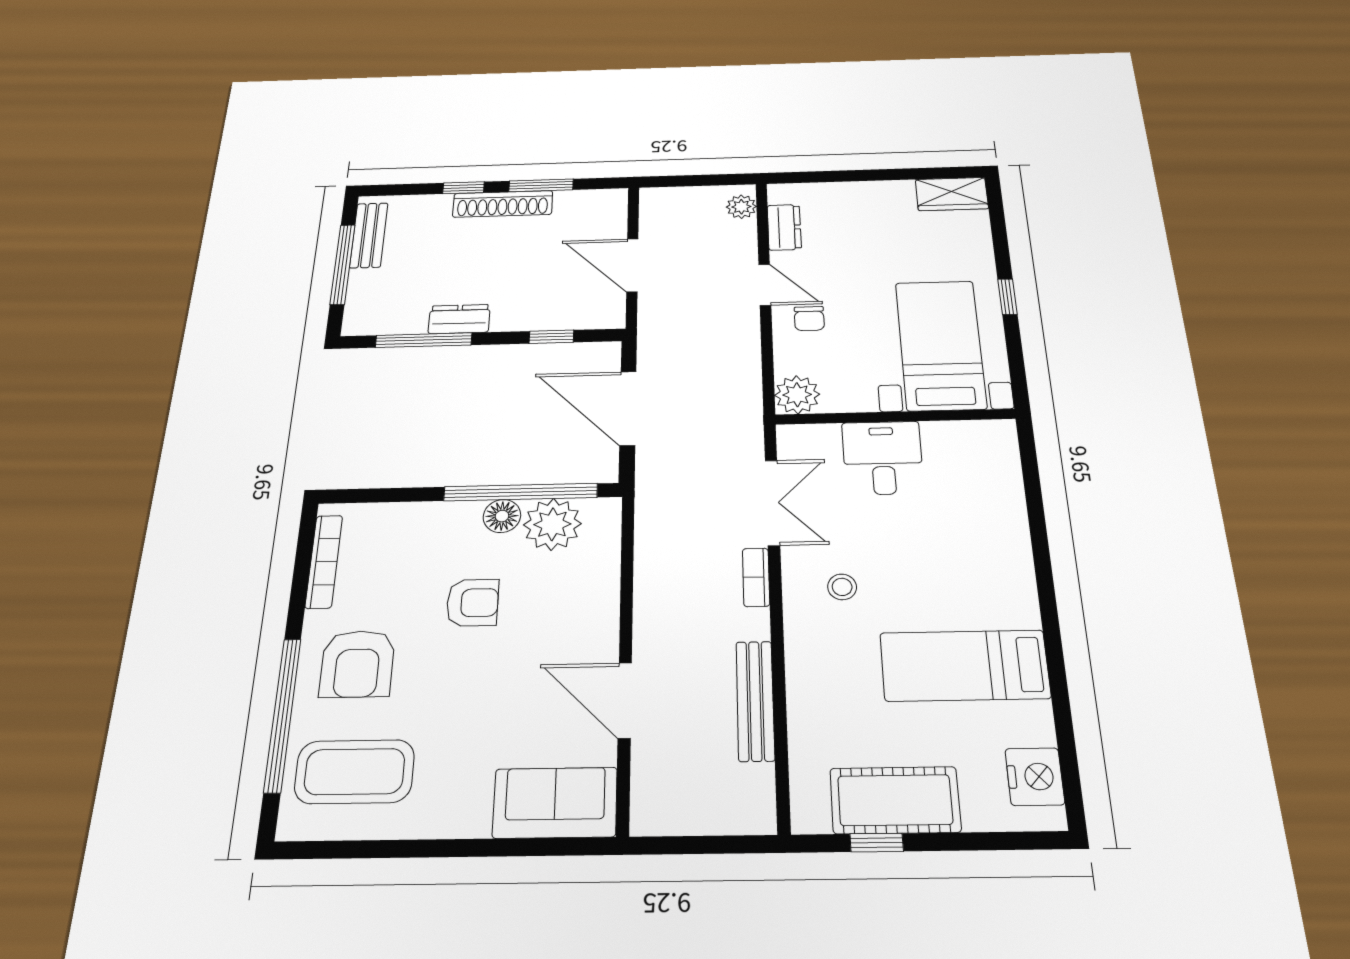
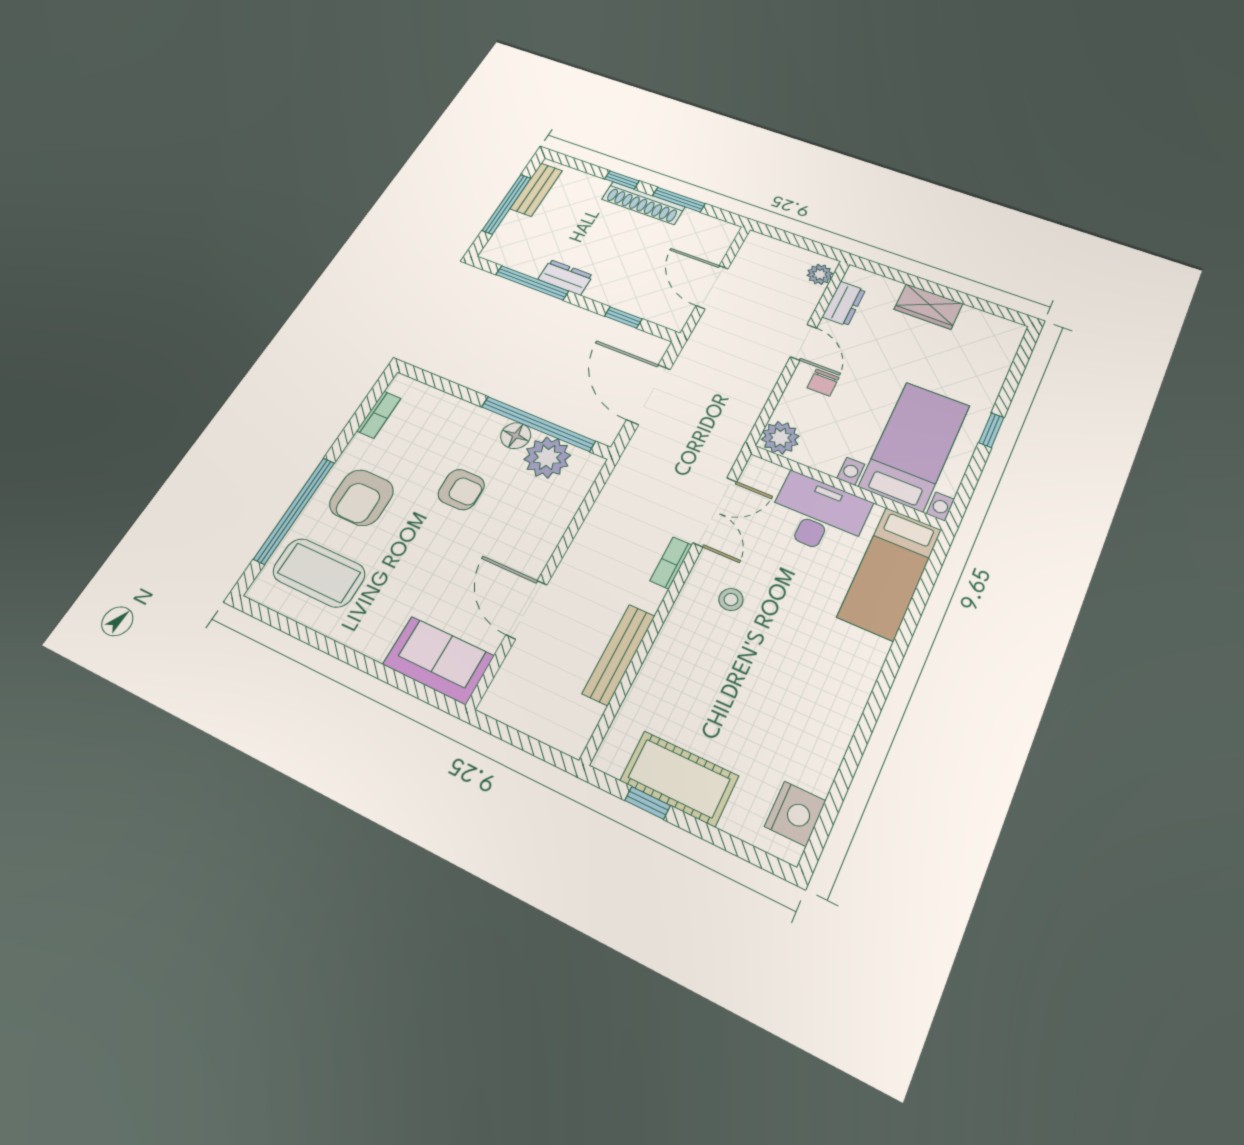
wardrobe: (952, 194) -> (928, 307), moved
desk: (883, 458) -> (818, 515), width x1.37
bookcase: (324, 561) -> (379, 415), width x0.64
bed: (965, 665) -> (890, 573), moved, turned -90

